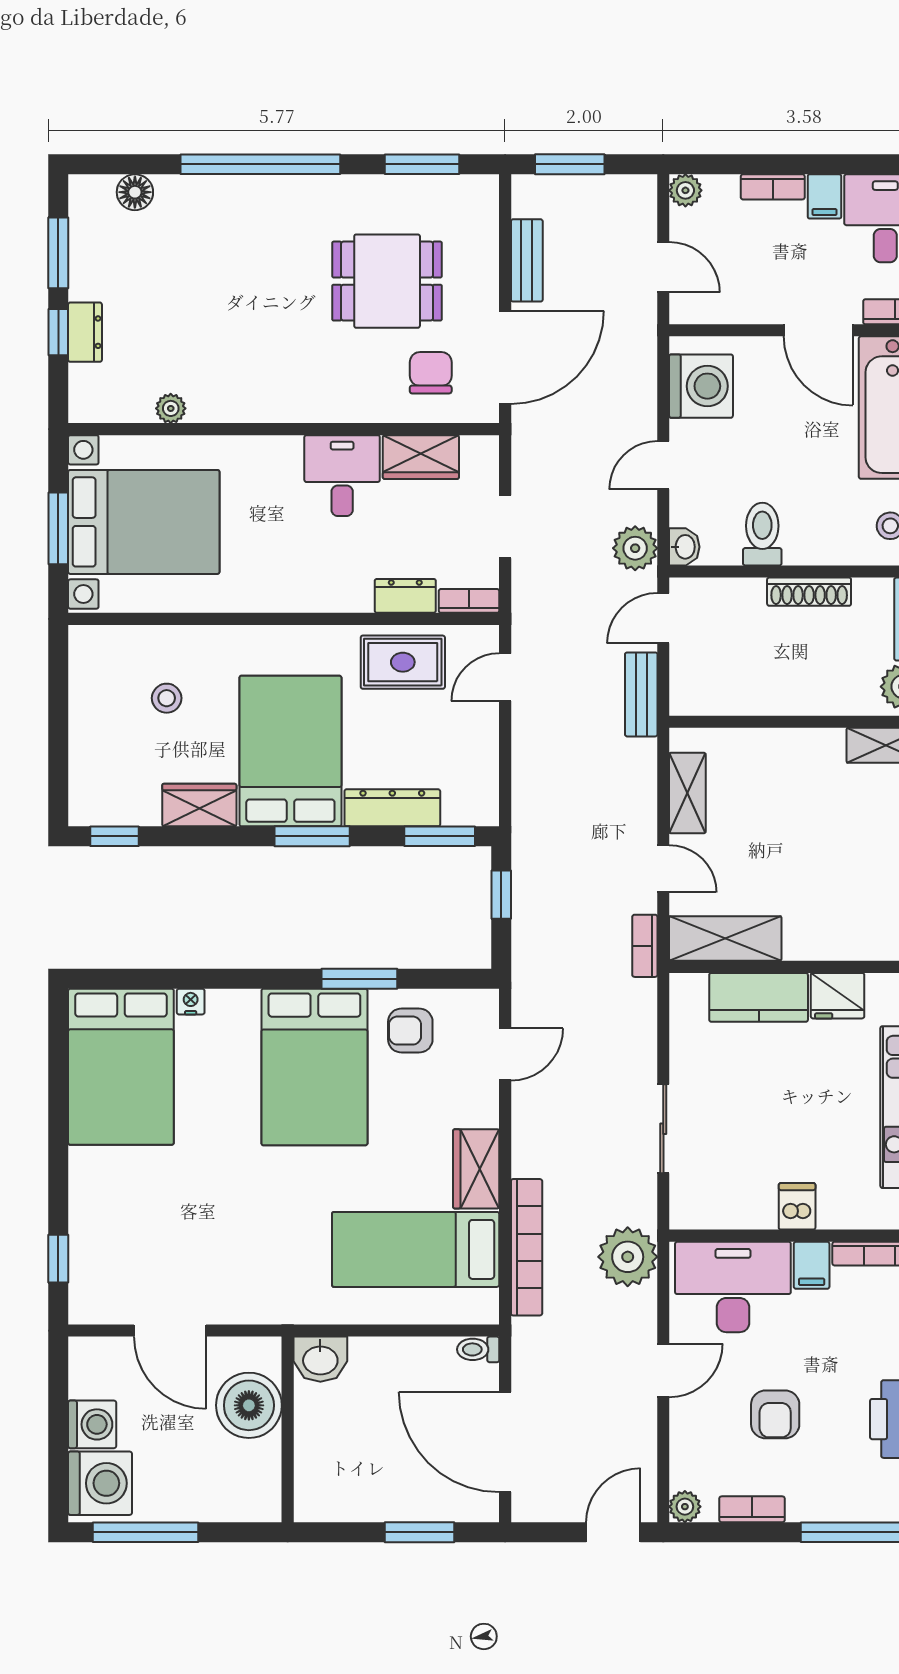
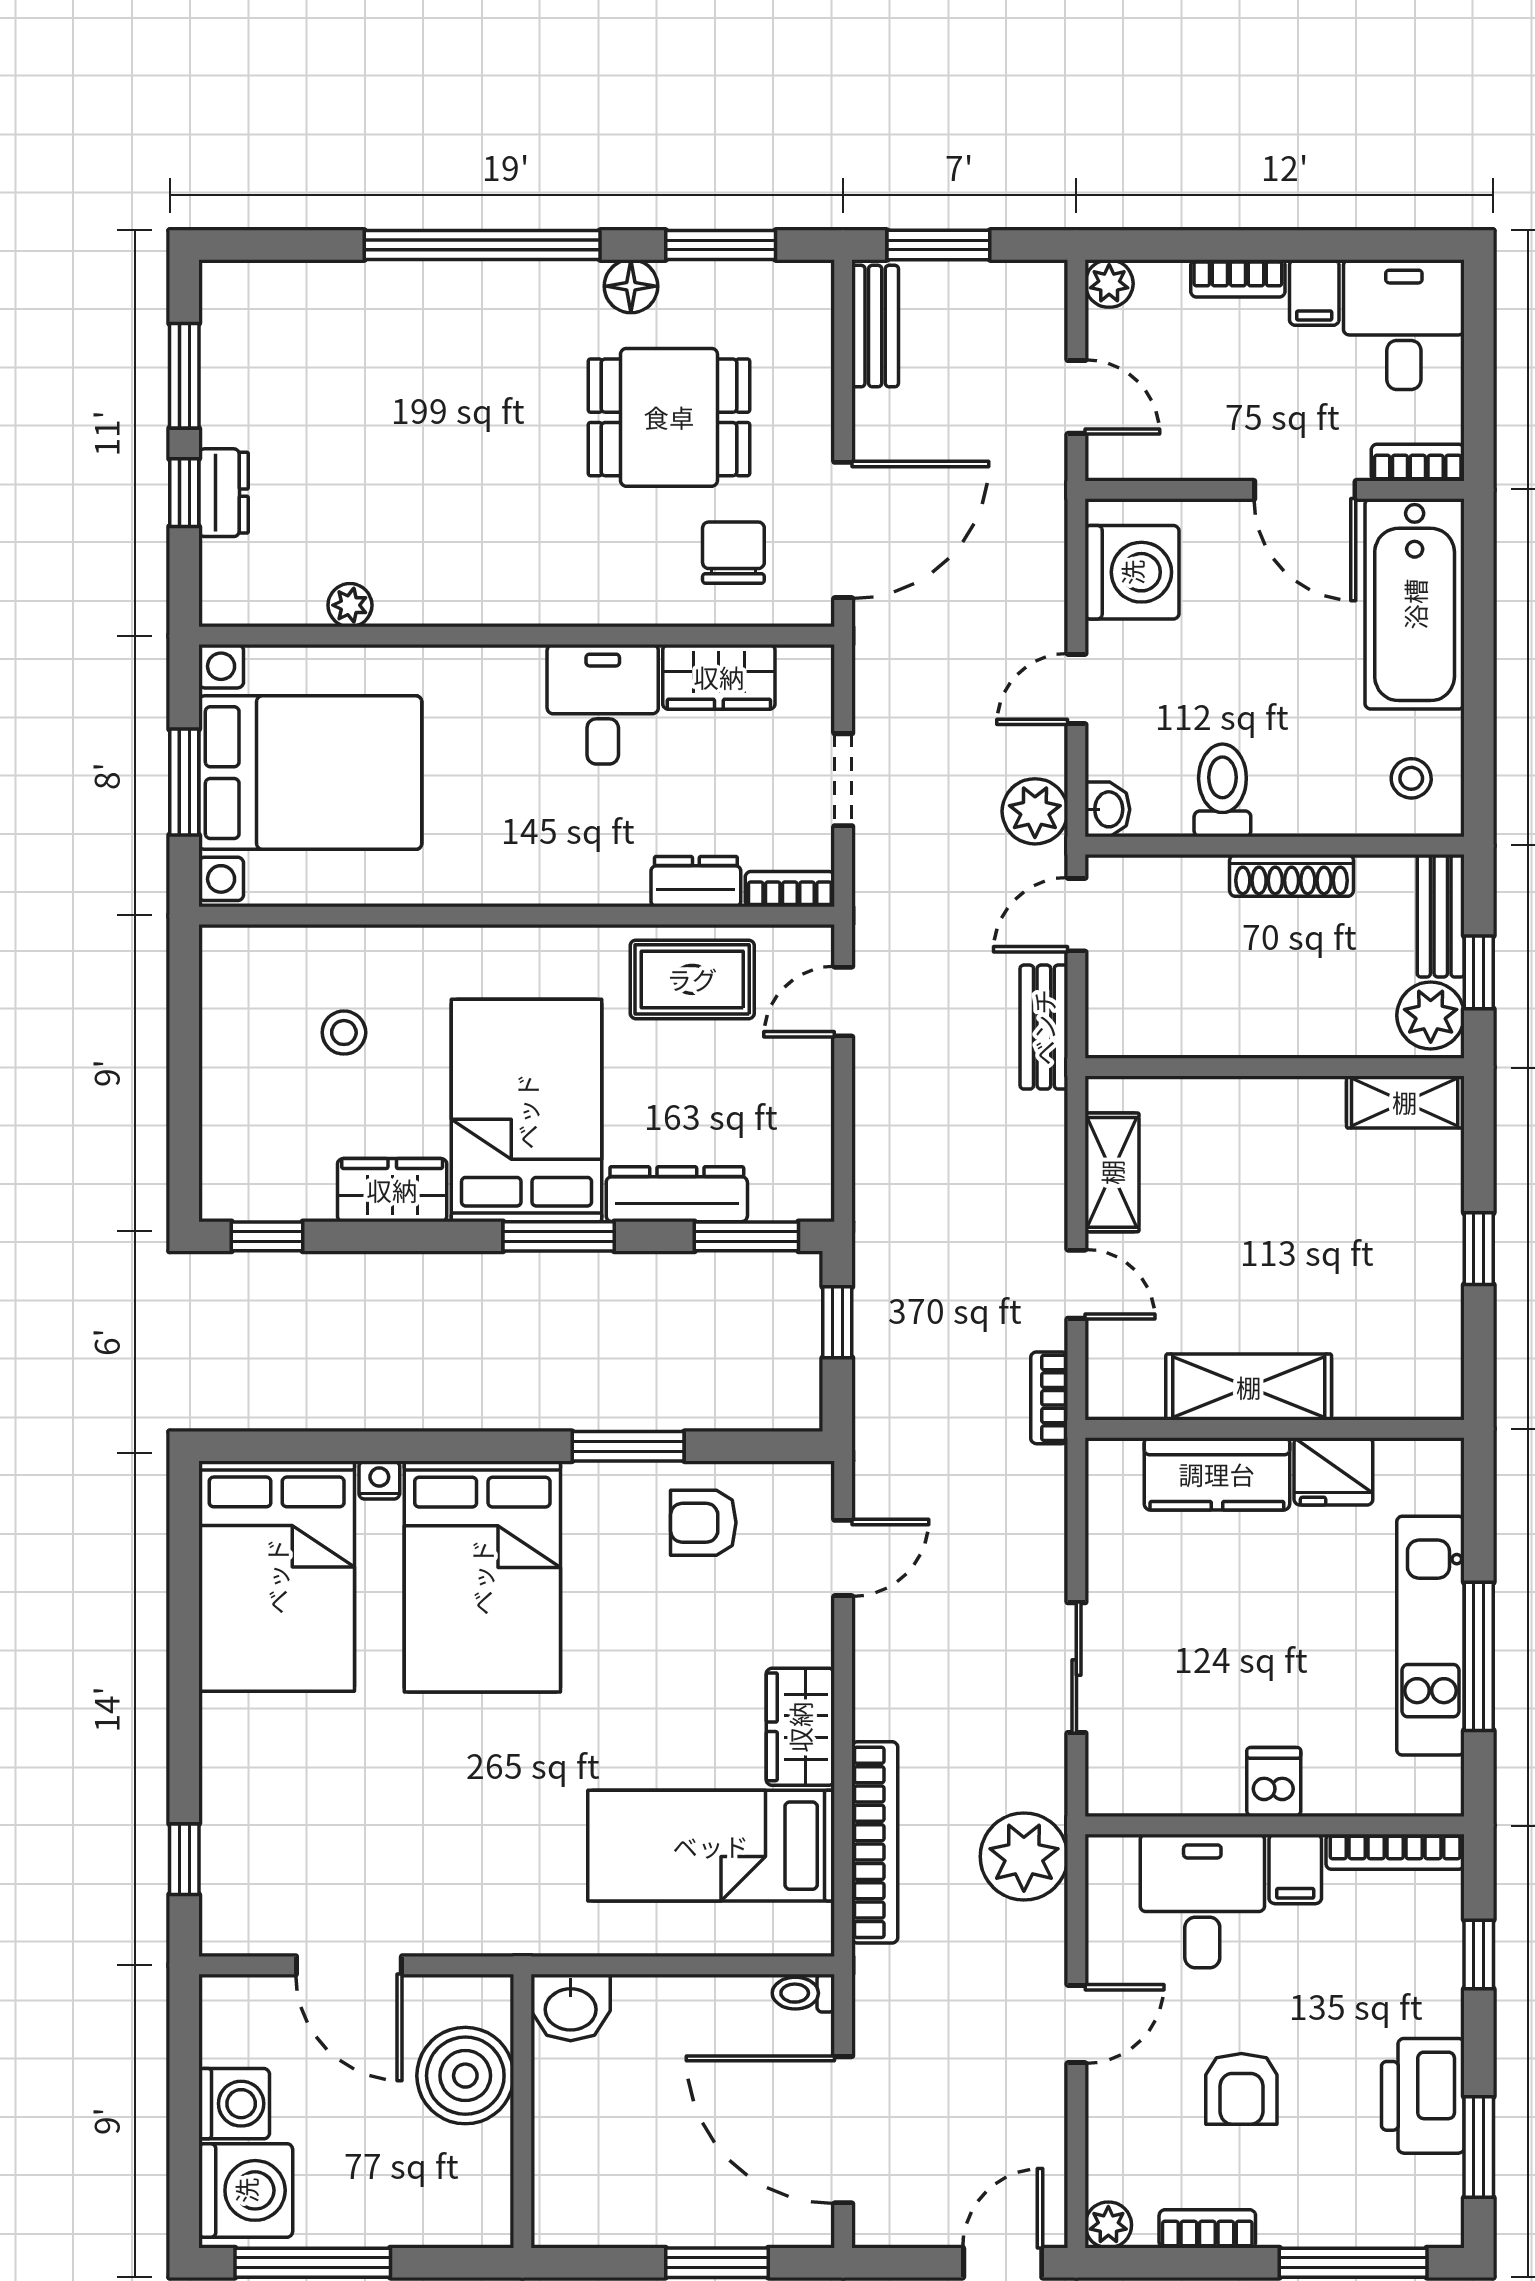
floor lamp: (135, 192) -> (631, 286), moved
bench: (527, 260) -> (875, 326), moved
shelving: (725, 938) -> (1249, 1387), moved
bed: (314, 1067) -> (482, 1577), moved
desk: (733, 1287) -> (1202, 1901), width x0.73

